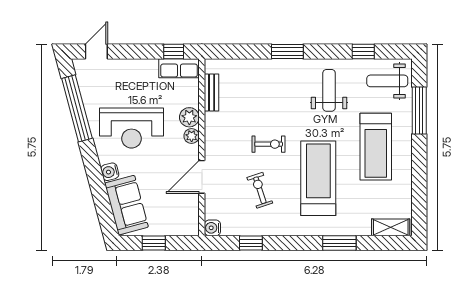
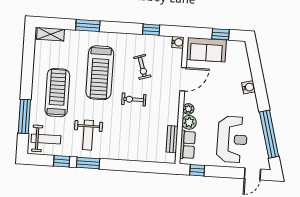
window: (287, 51) -> (88, 163), moved
row of seats: (179, 68) -> (188, 145), moved, turned 90
reception desk: (131, 128) -> (232, 139), moved, turned 90
sofa: (126, 205) -> (206, 50), moved, turned -75

